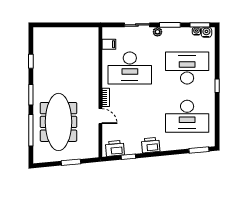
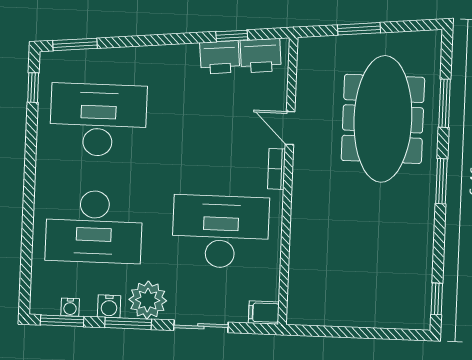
plant: (157, 32) -> (148, 300), width x1.88, depth x1.88
water cooler: (206, 32) -> (109, 306), moved
filing cabinet: (109, 44) -> (264, 313), moved
window: (31, 61) -> (437, 299), moved
window: (217, 86) -> (33, 88), moved
window: (31, 130) -> (445, 103), width x0.69
printer: (151, 145) -> (220, 57), moved

